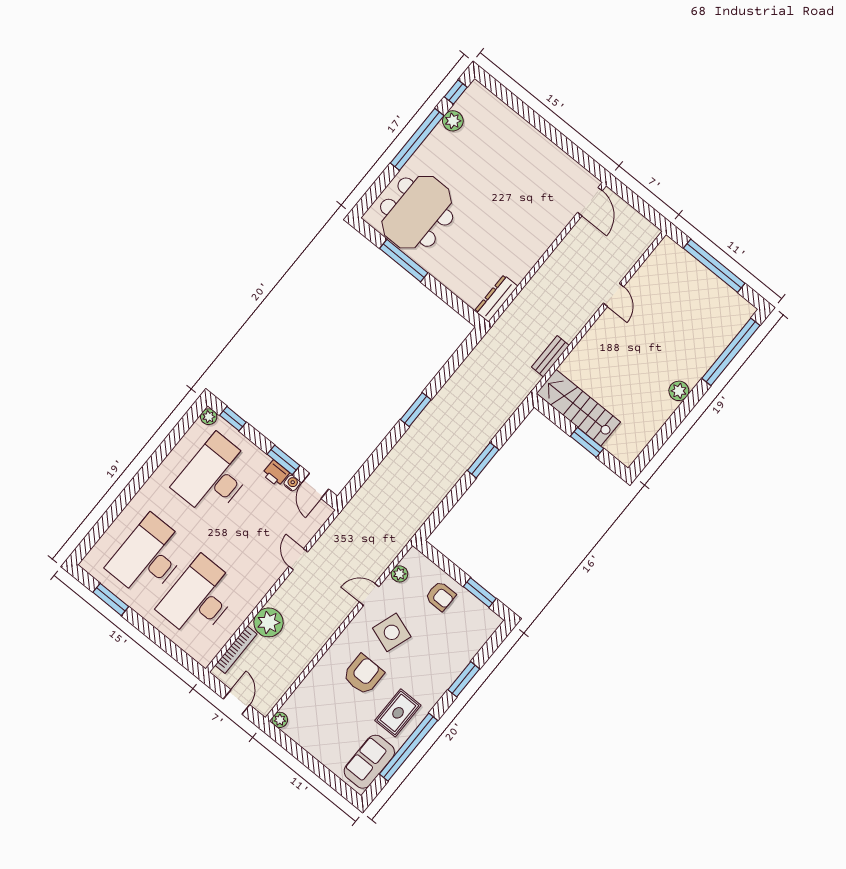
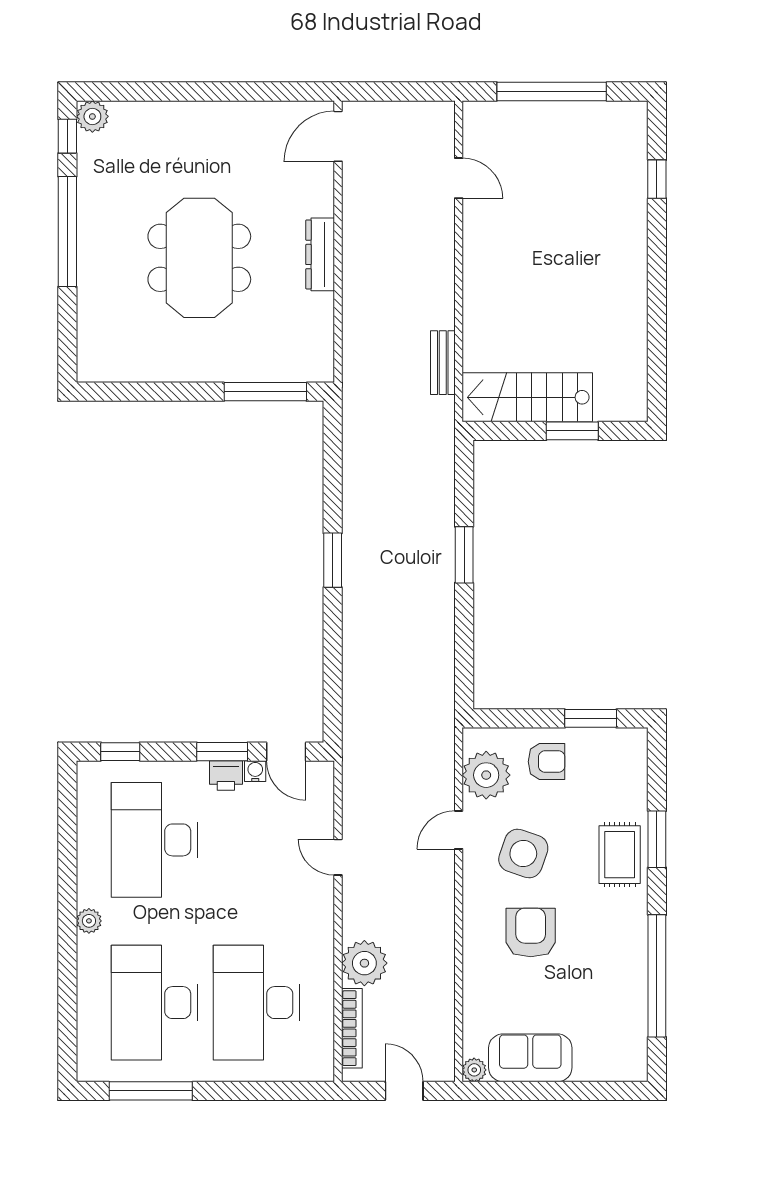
plant: (453, 121) -> (92, 116), moved
door: (590, 202) -> (338, 136), swing flipped
meeting table: (417, 212) -> (199, 258), moved
window: (404, 261) -> (265, 392), moved
door: (613, 295) -> (459, 178), moved
dresser: (496, 298) -> (320, 254), moved
window: (731, 352) -> (657, 179), width x0.32
plant: (679, 391) -> (632, 278), removed
plant: (209, 417) -> (89, 921), moved
plant: (399, 574) -> (486, 775), width x1.88, depth x1.88
window: (111, 599) -> (151, 1091), width x1.44
rug: (398, 713) -> (620, 855), moved
sofa: (369, 762) -> (530, 1058), moved, turned 90

